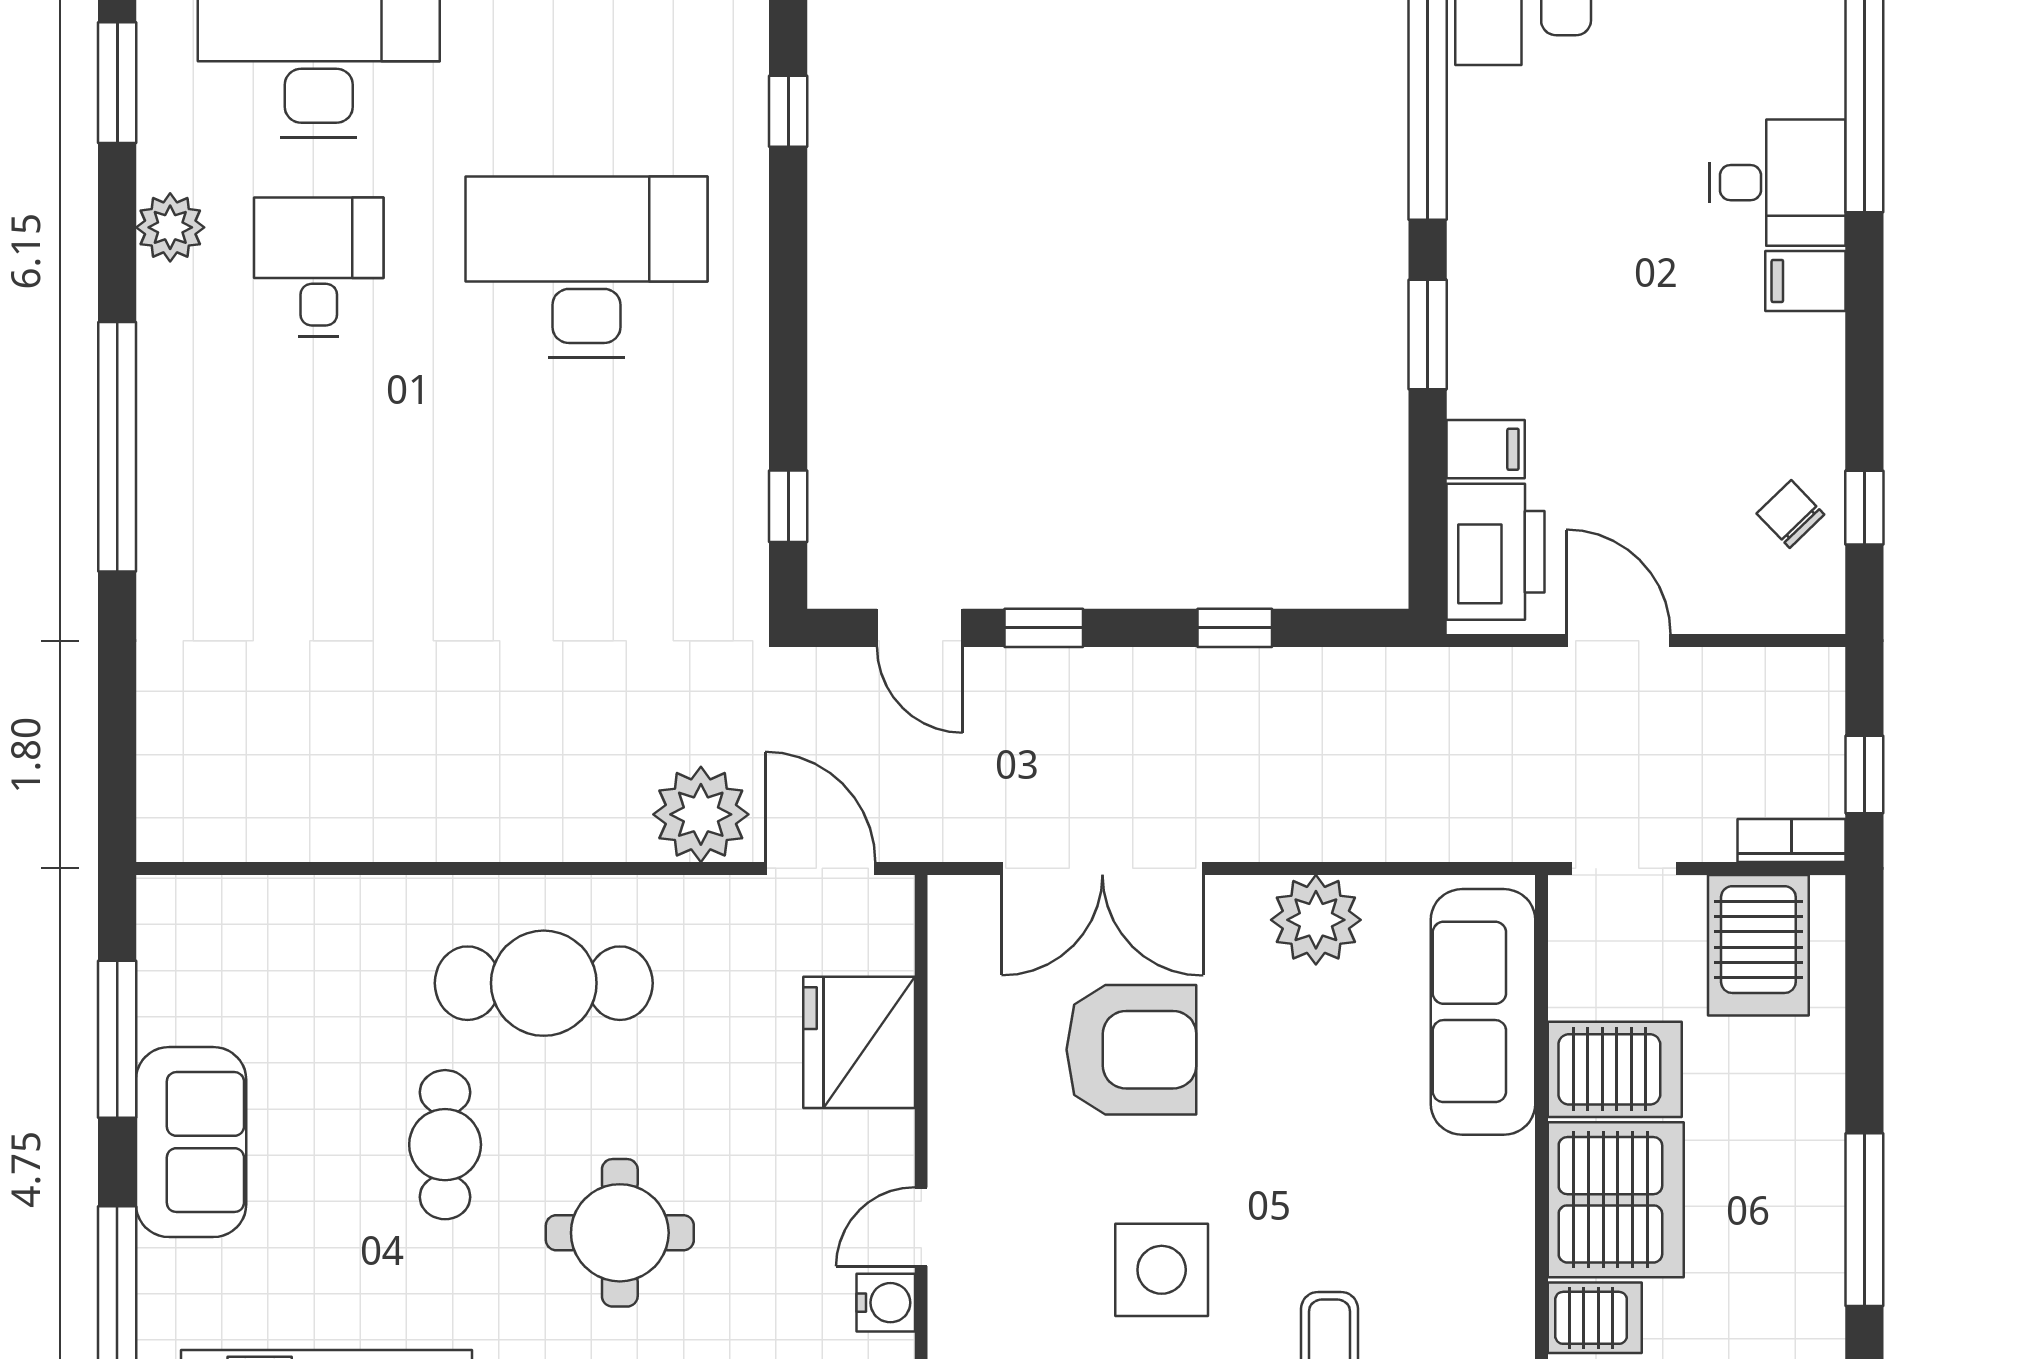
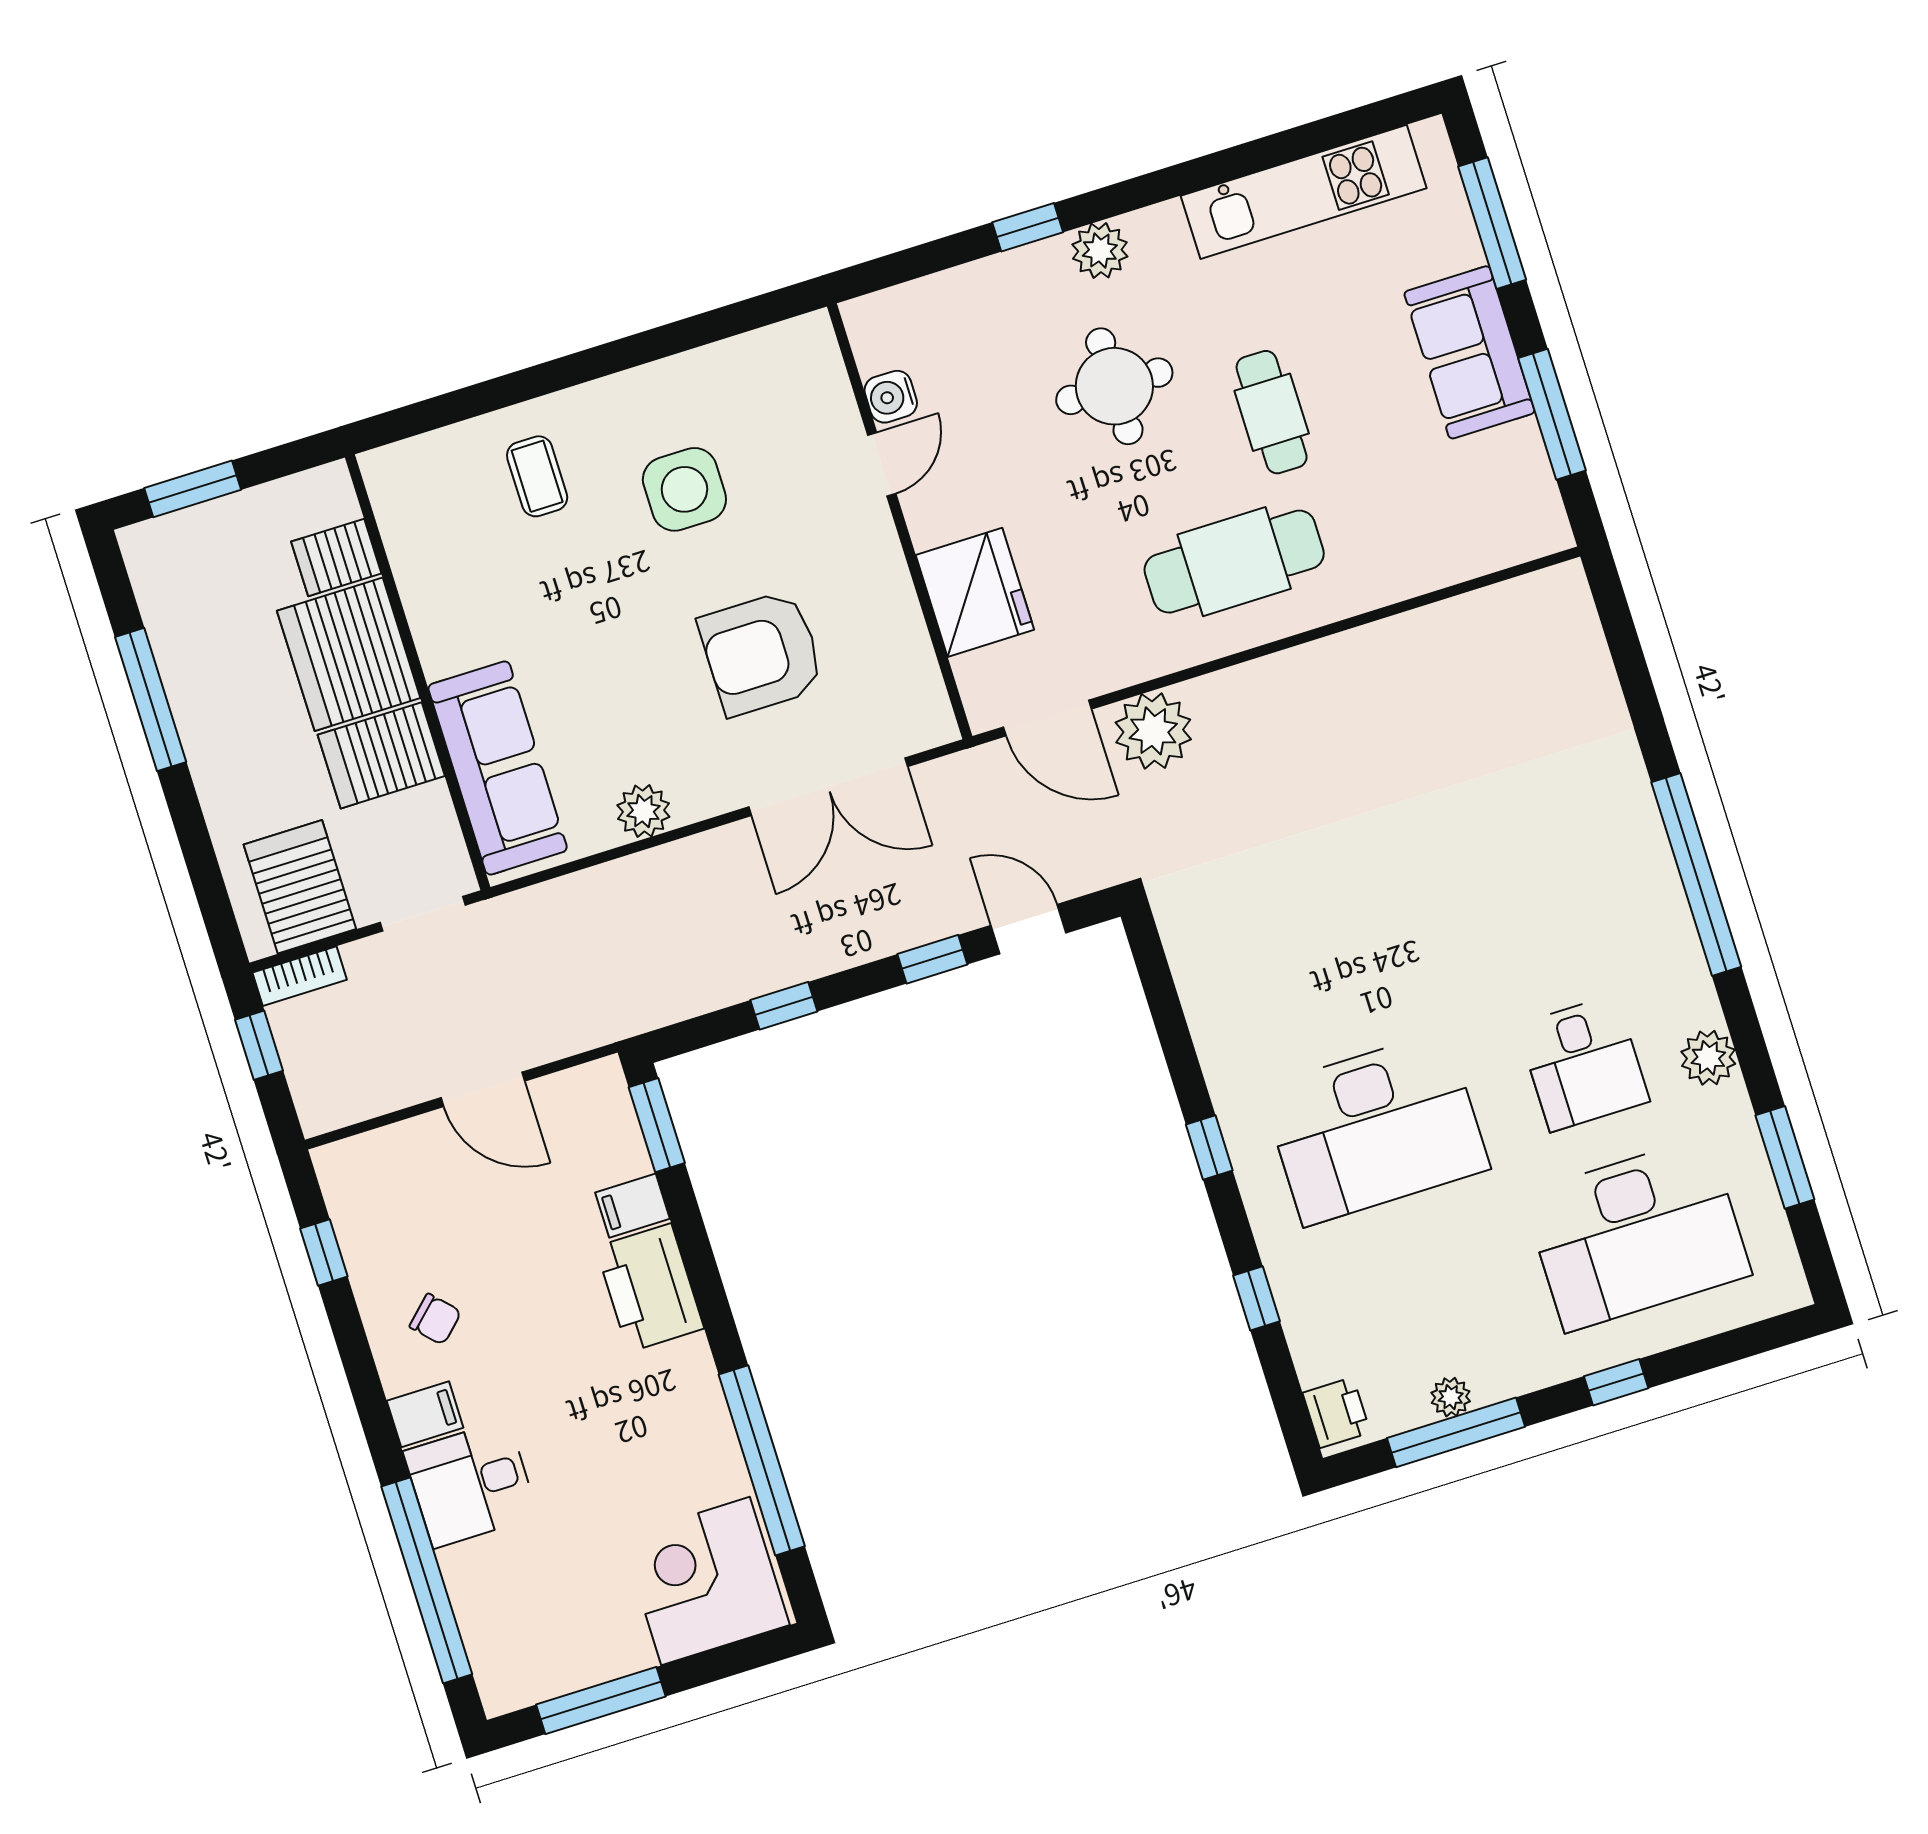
window: (1428, 335) -> (657, 1125), moved
window: (788, 506) -> (1209, 1147), moved
chair: (1790, 514) -> (435, 1319), moved
printer: (1496, 552) -> (650, 1288), moved
double door: (1102, 868) -> (828, 787), swing flipped
plant: (1316, 920) -> (643, 811), width x0.73, depth x0.73

